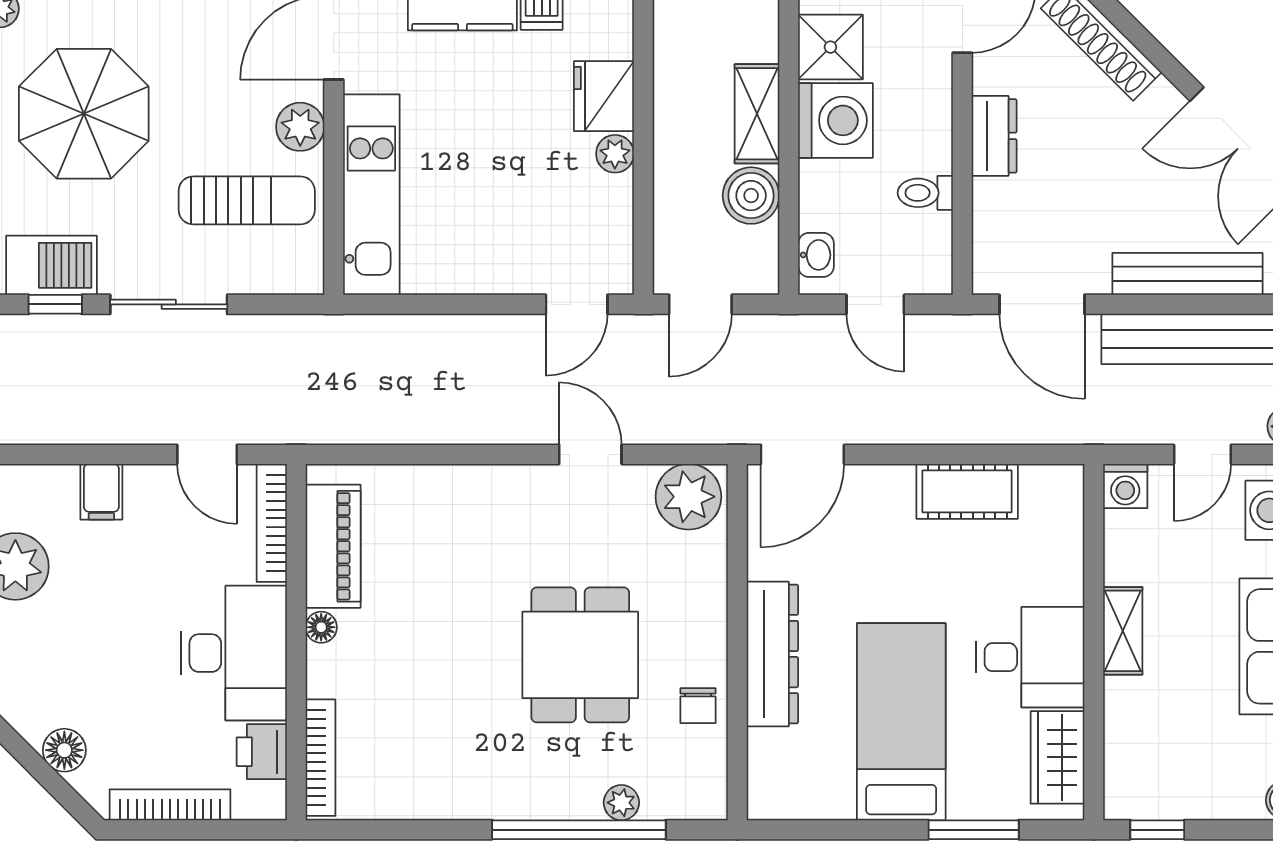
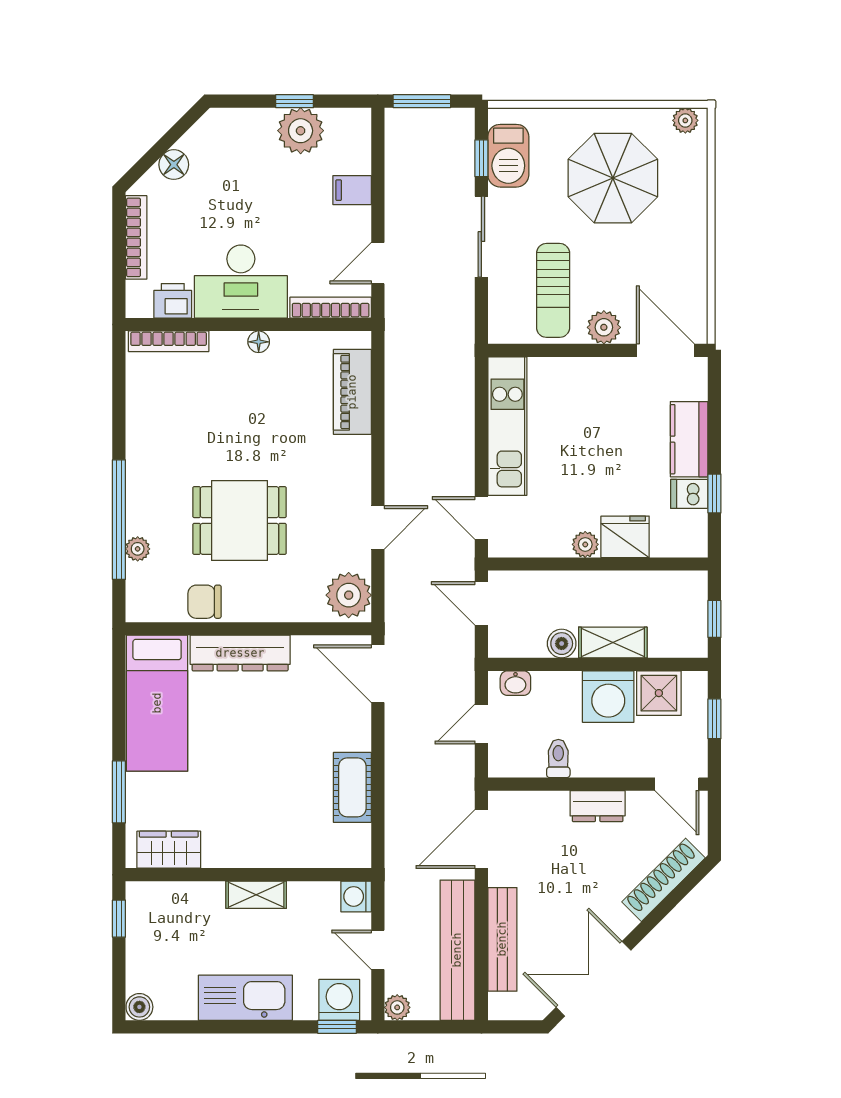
kitchen unit: (371, 195) -> (507, 426), moved, turned -90
boiler: (751, 196) -> (562, 644), width x0.73, depth x0.73
piano: (333, 546) -> (352, 392), moved, turned 90
desk: (1030, 657) -> (238, 831), removed
chair: (698, 706) -> (205, 602), width x1.37, depth x1.37
bed: (901, 722) -> (157, 703), moved, turned 90

